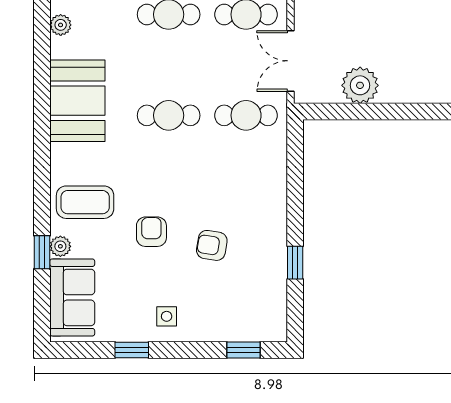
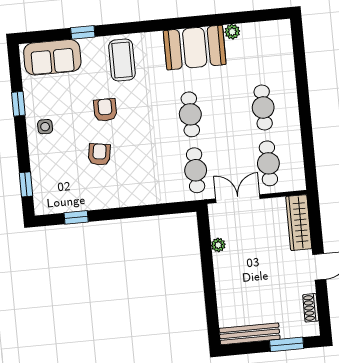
plant: (61, 25) -> (232, 32), moved
plant: (360, 85) -> (218, 245), width x0.53, depth x0.53
armchair: (151, 232) -> (105, 110), turned -90
plant: (60, 246) -> (88, 45), removed
window: (295, 263) -> (76, 217), moved

